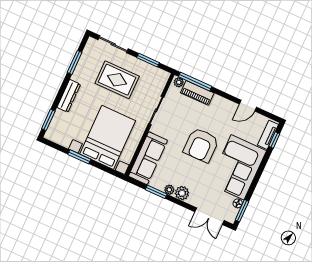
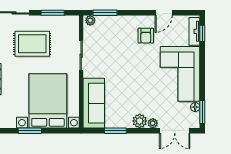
window: (195, 82) -> (105, 13), width x0.69
piano: (197, 93) -> (112, 22), removed
armchair: (201, 145) -> (146, 36), moved, width x0.53, depth x0.53
plant: (169, 190) -> (153, 123), moved

